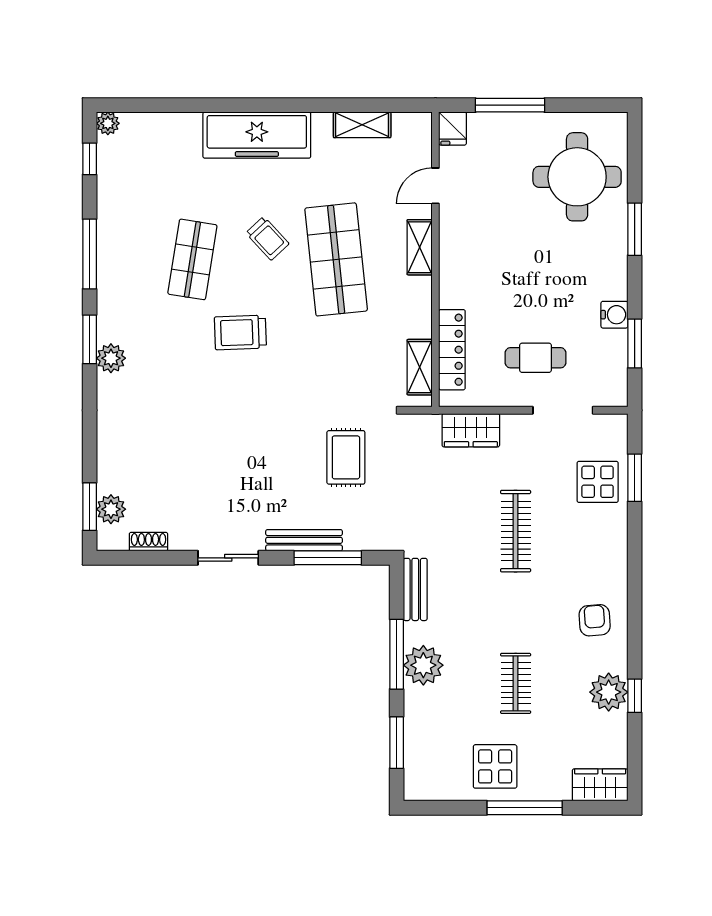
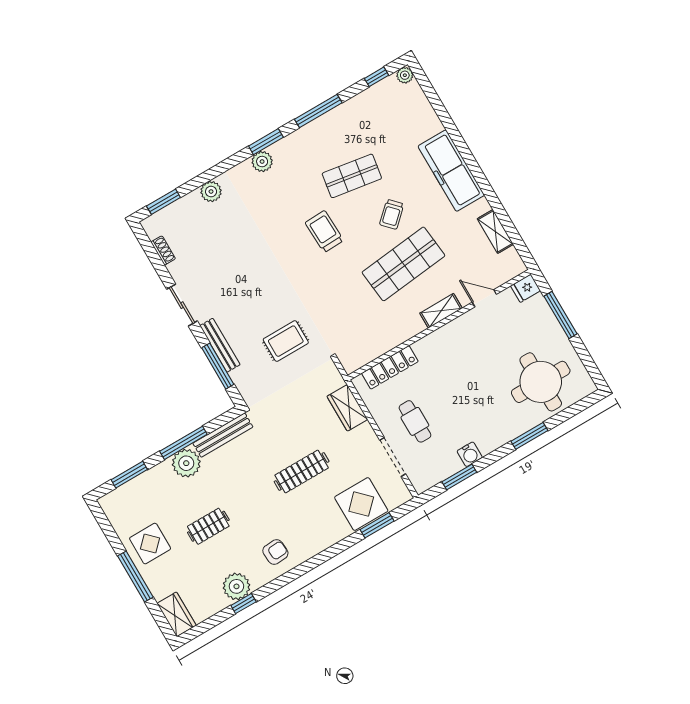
shelving: (420, 367) -> (368, 354), removed
display table: (598, 482) -> (361, 504), width x1.36, depth x1.36
plant: (111, 509) -> (211, 192), moved
bench: (415, 589) -> (223, 435), width x1.36

